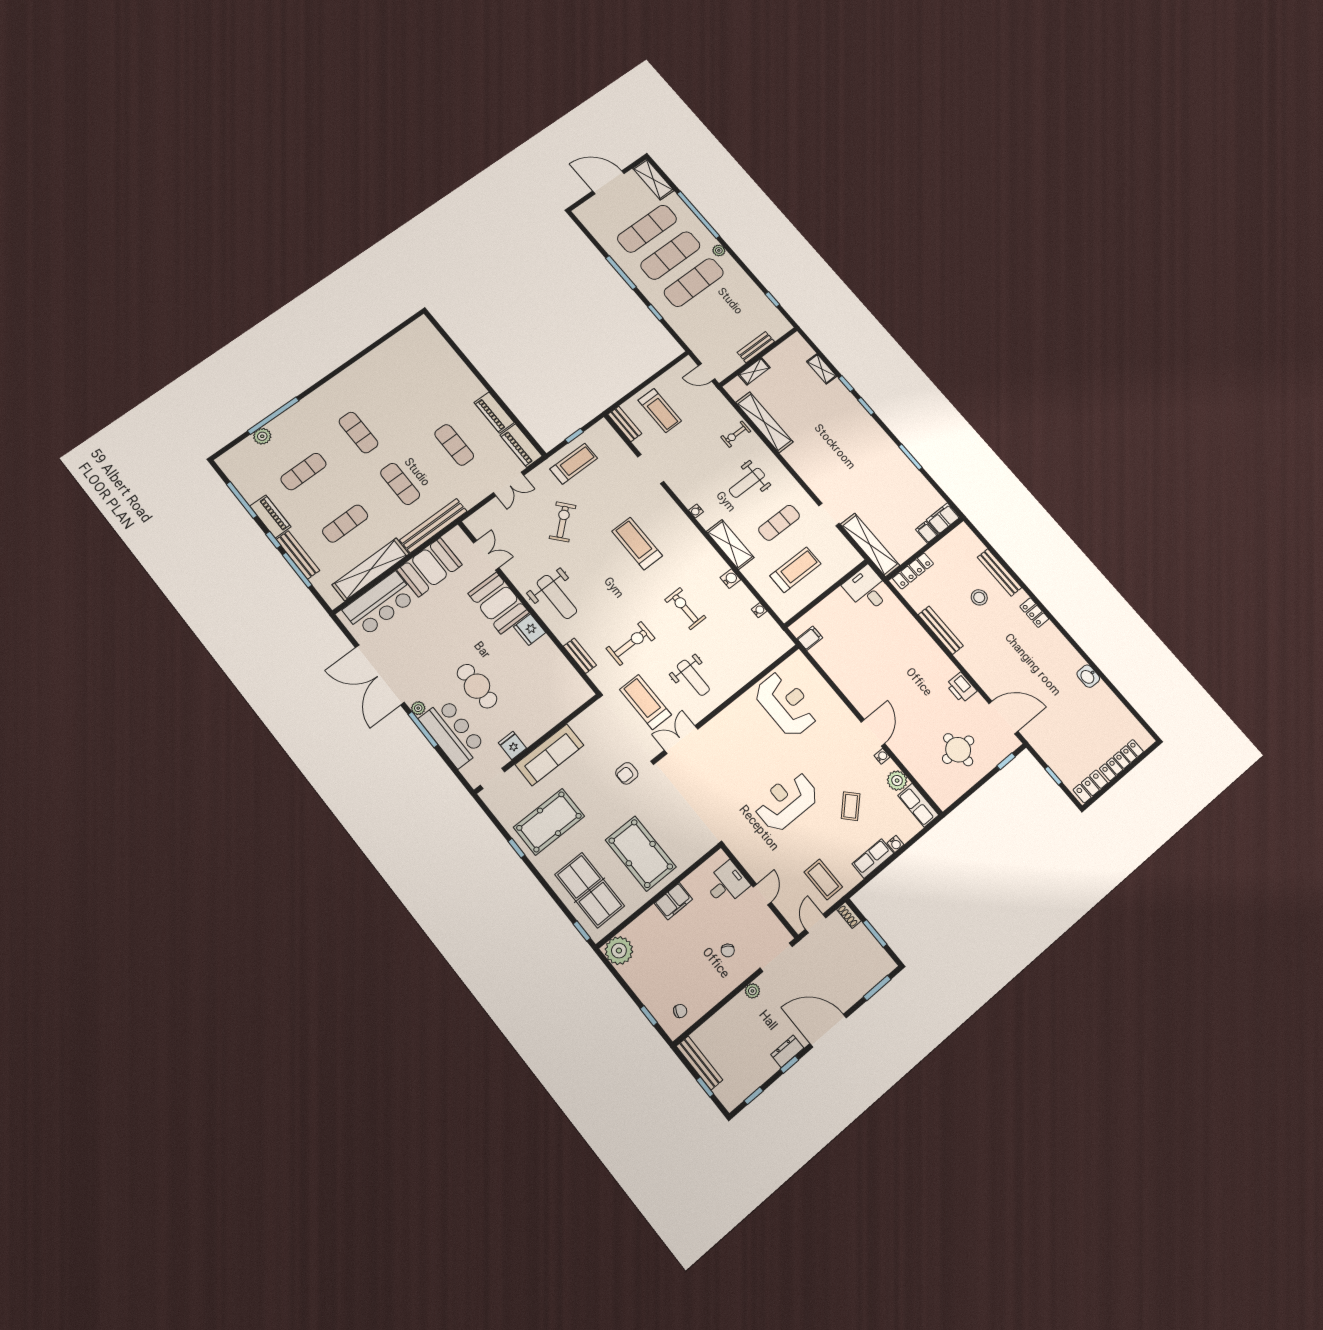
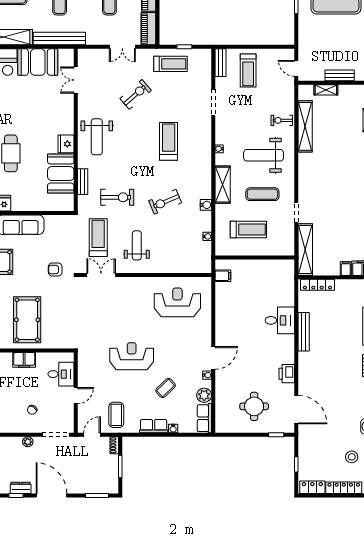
weight bench: (747, 483) -> (264, 155), width x1.36, depth x1.33
double door: (486, 555) -> (76, 80), swing flipped
desk: (867, 589) -> (280, 320), moved, turned 90
stool: (979, 597) -> (352, 457), moved
booth: (499, 603) -> (61, 174), moved
exercise bike: (685, 609) -> (165, 202), turned -112
weight bench: (693, 678) -> (137, 245), turned 180
reception desk: (786, 704) -> (177, 302), turned -90

